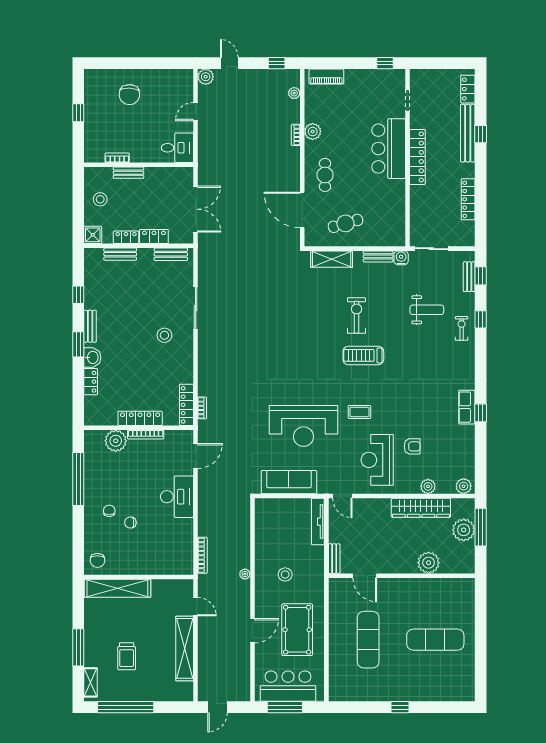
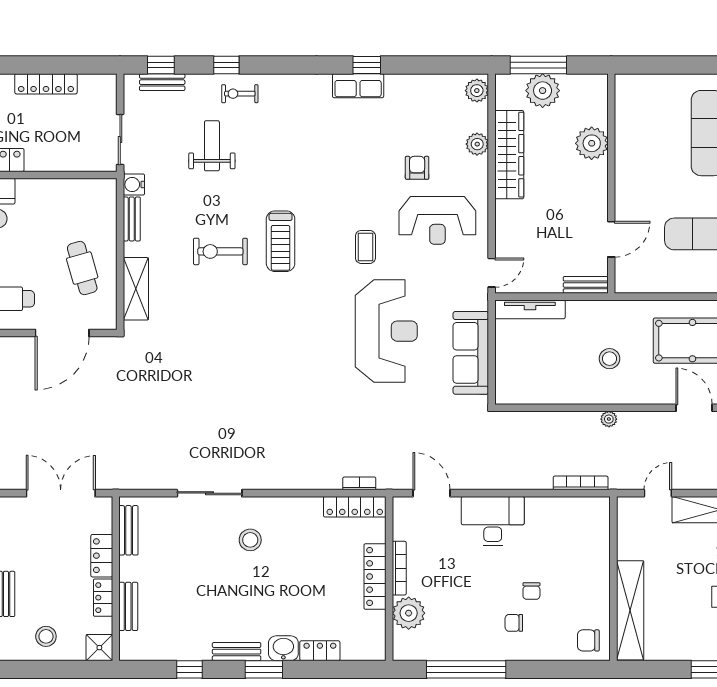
chair: (97, 560) -> (588, 640), turned 180

